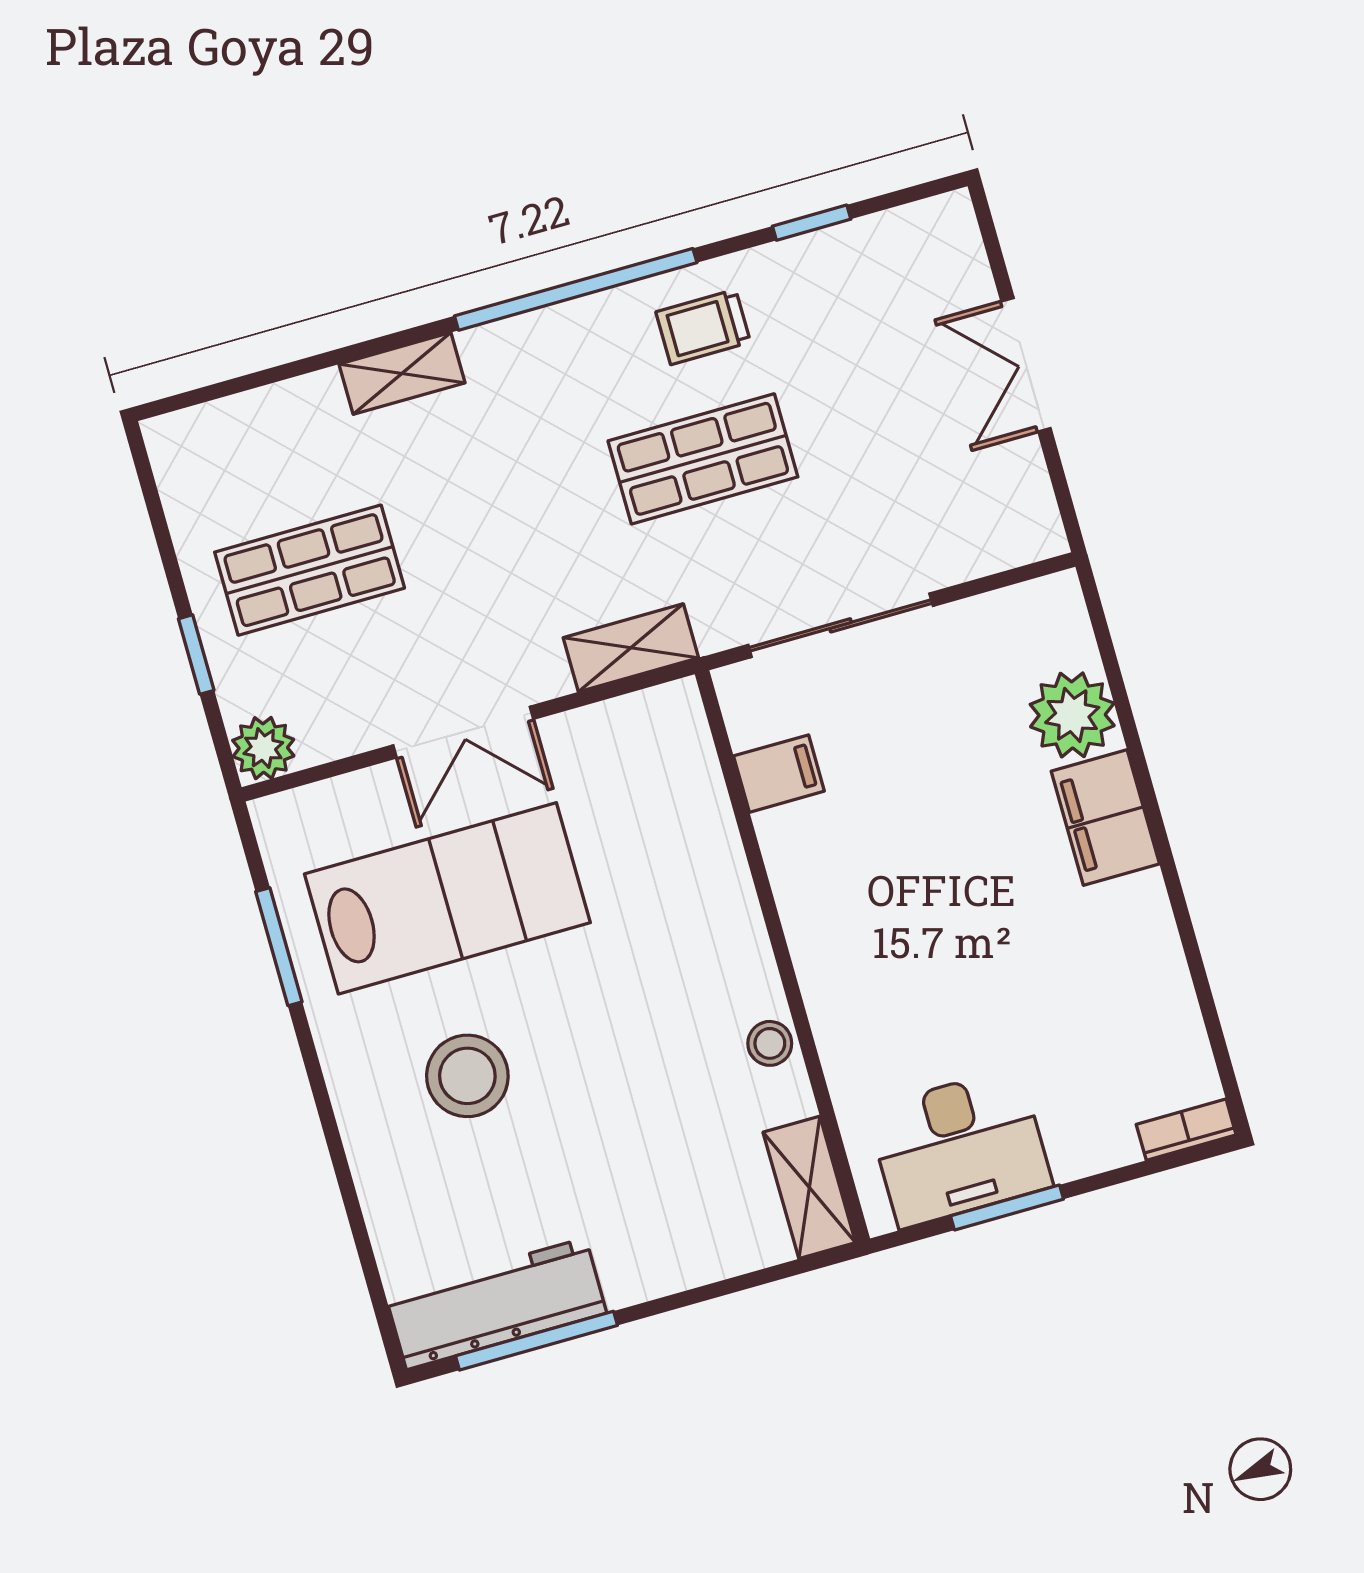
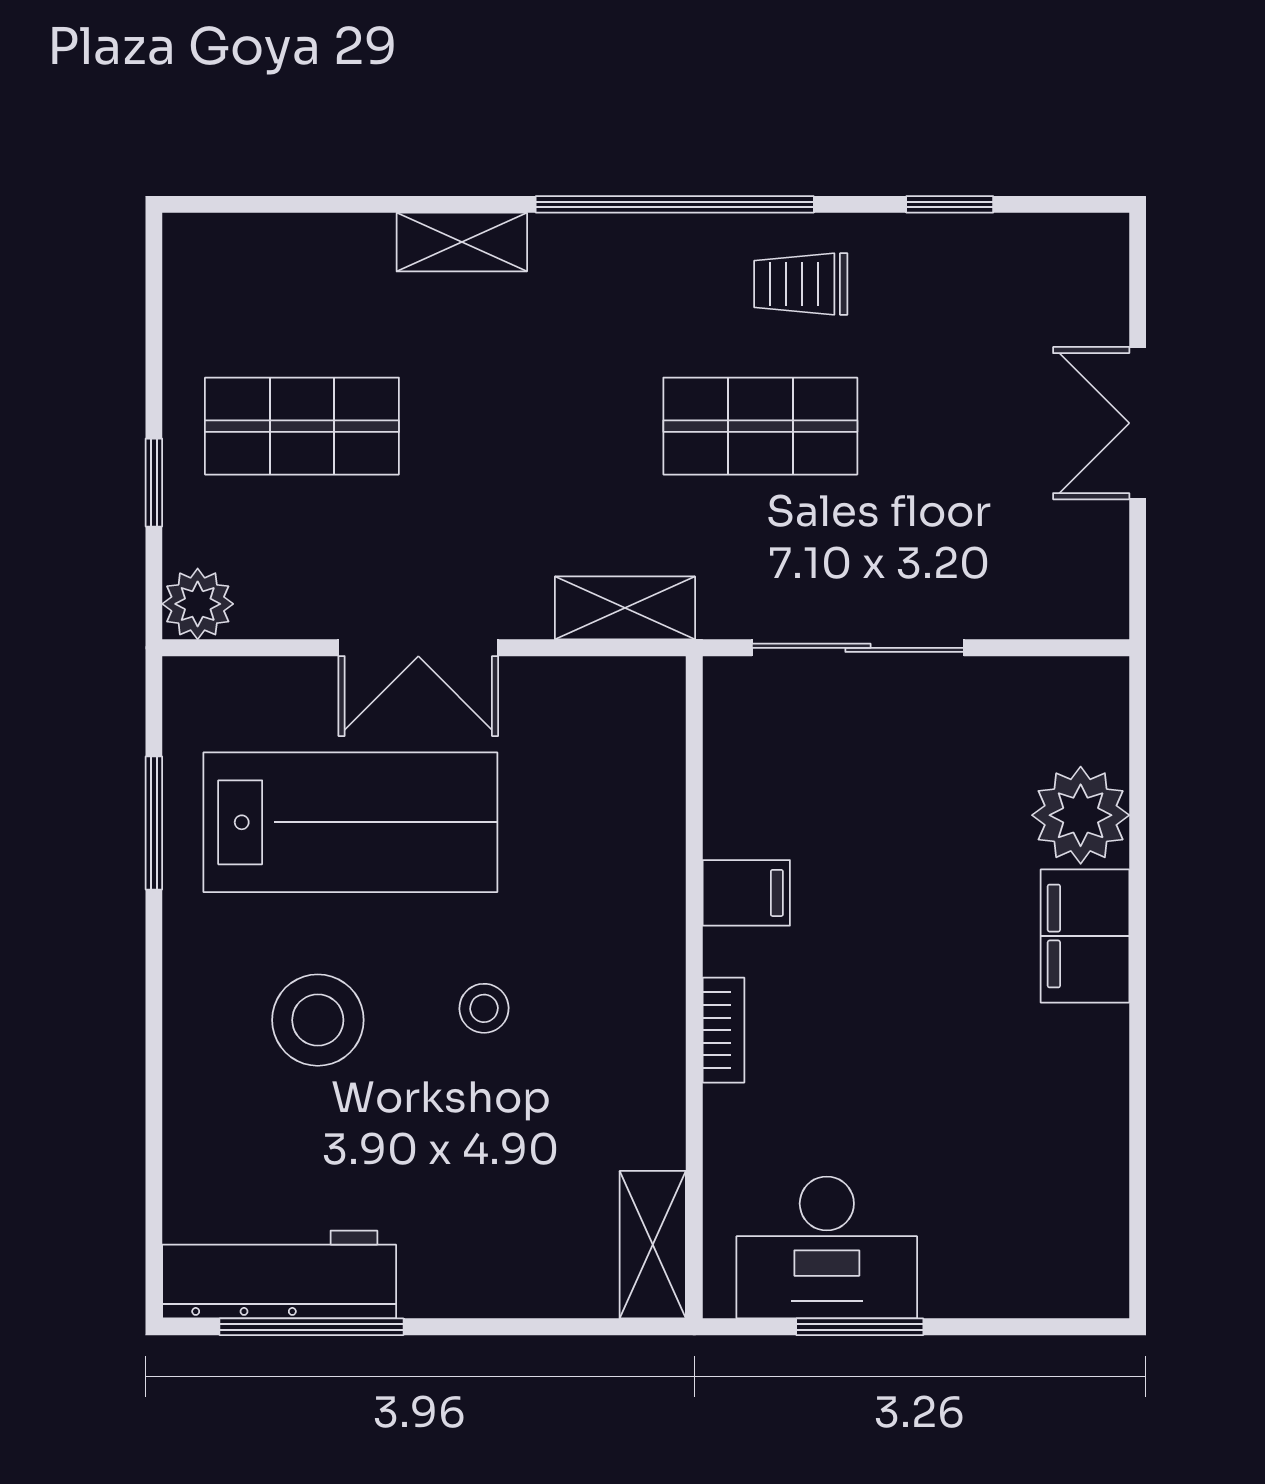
filing cabinet: (779, 774) -> (746, 893), moved
stool: (770, 1043) -> (484, 1008), moved
bookcase: (1186, 1130) -> (723, 1030), moved, turned 90

